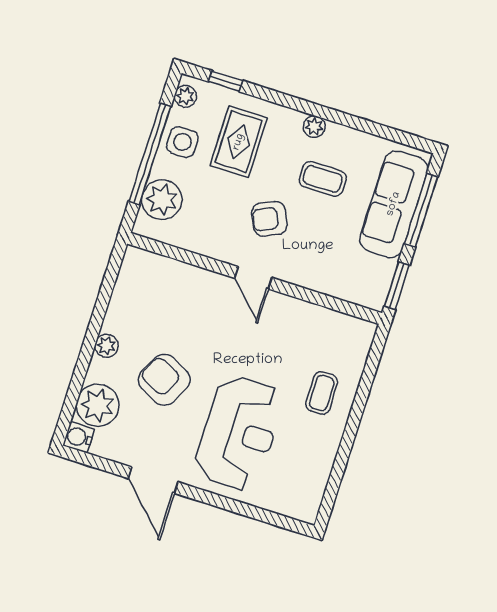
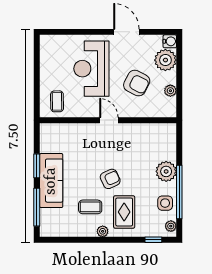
rug: (239, 142) -> (124, 212), moved
sofa: (394, 204) -> (51, 181), moved
door: (253, 278) -> (109, 120), moved
wall: (255, 278) -> (108, 120), moved

